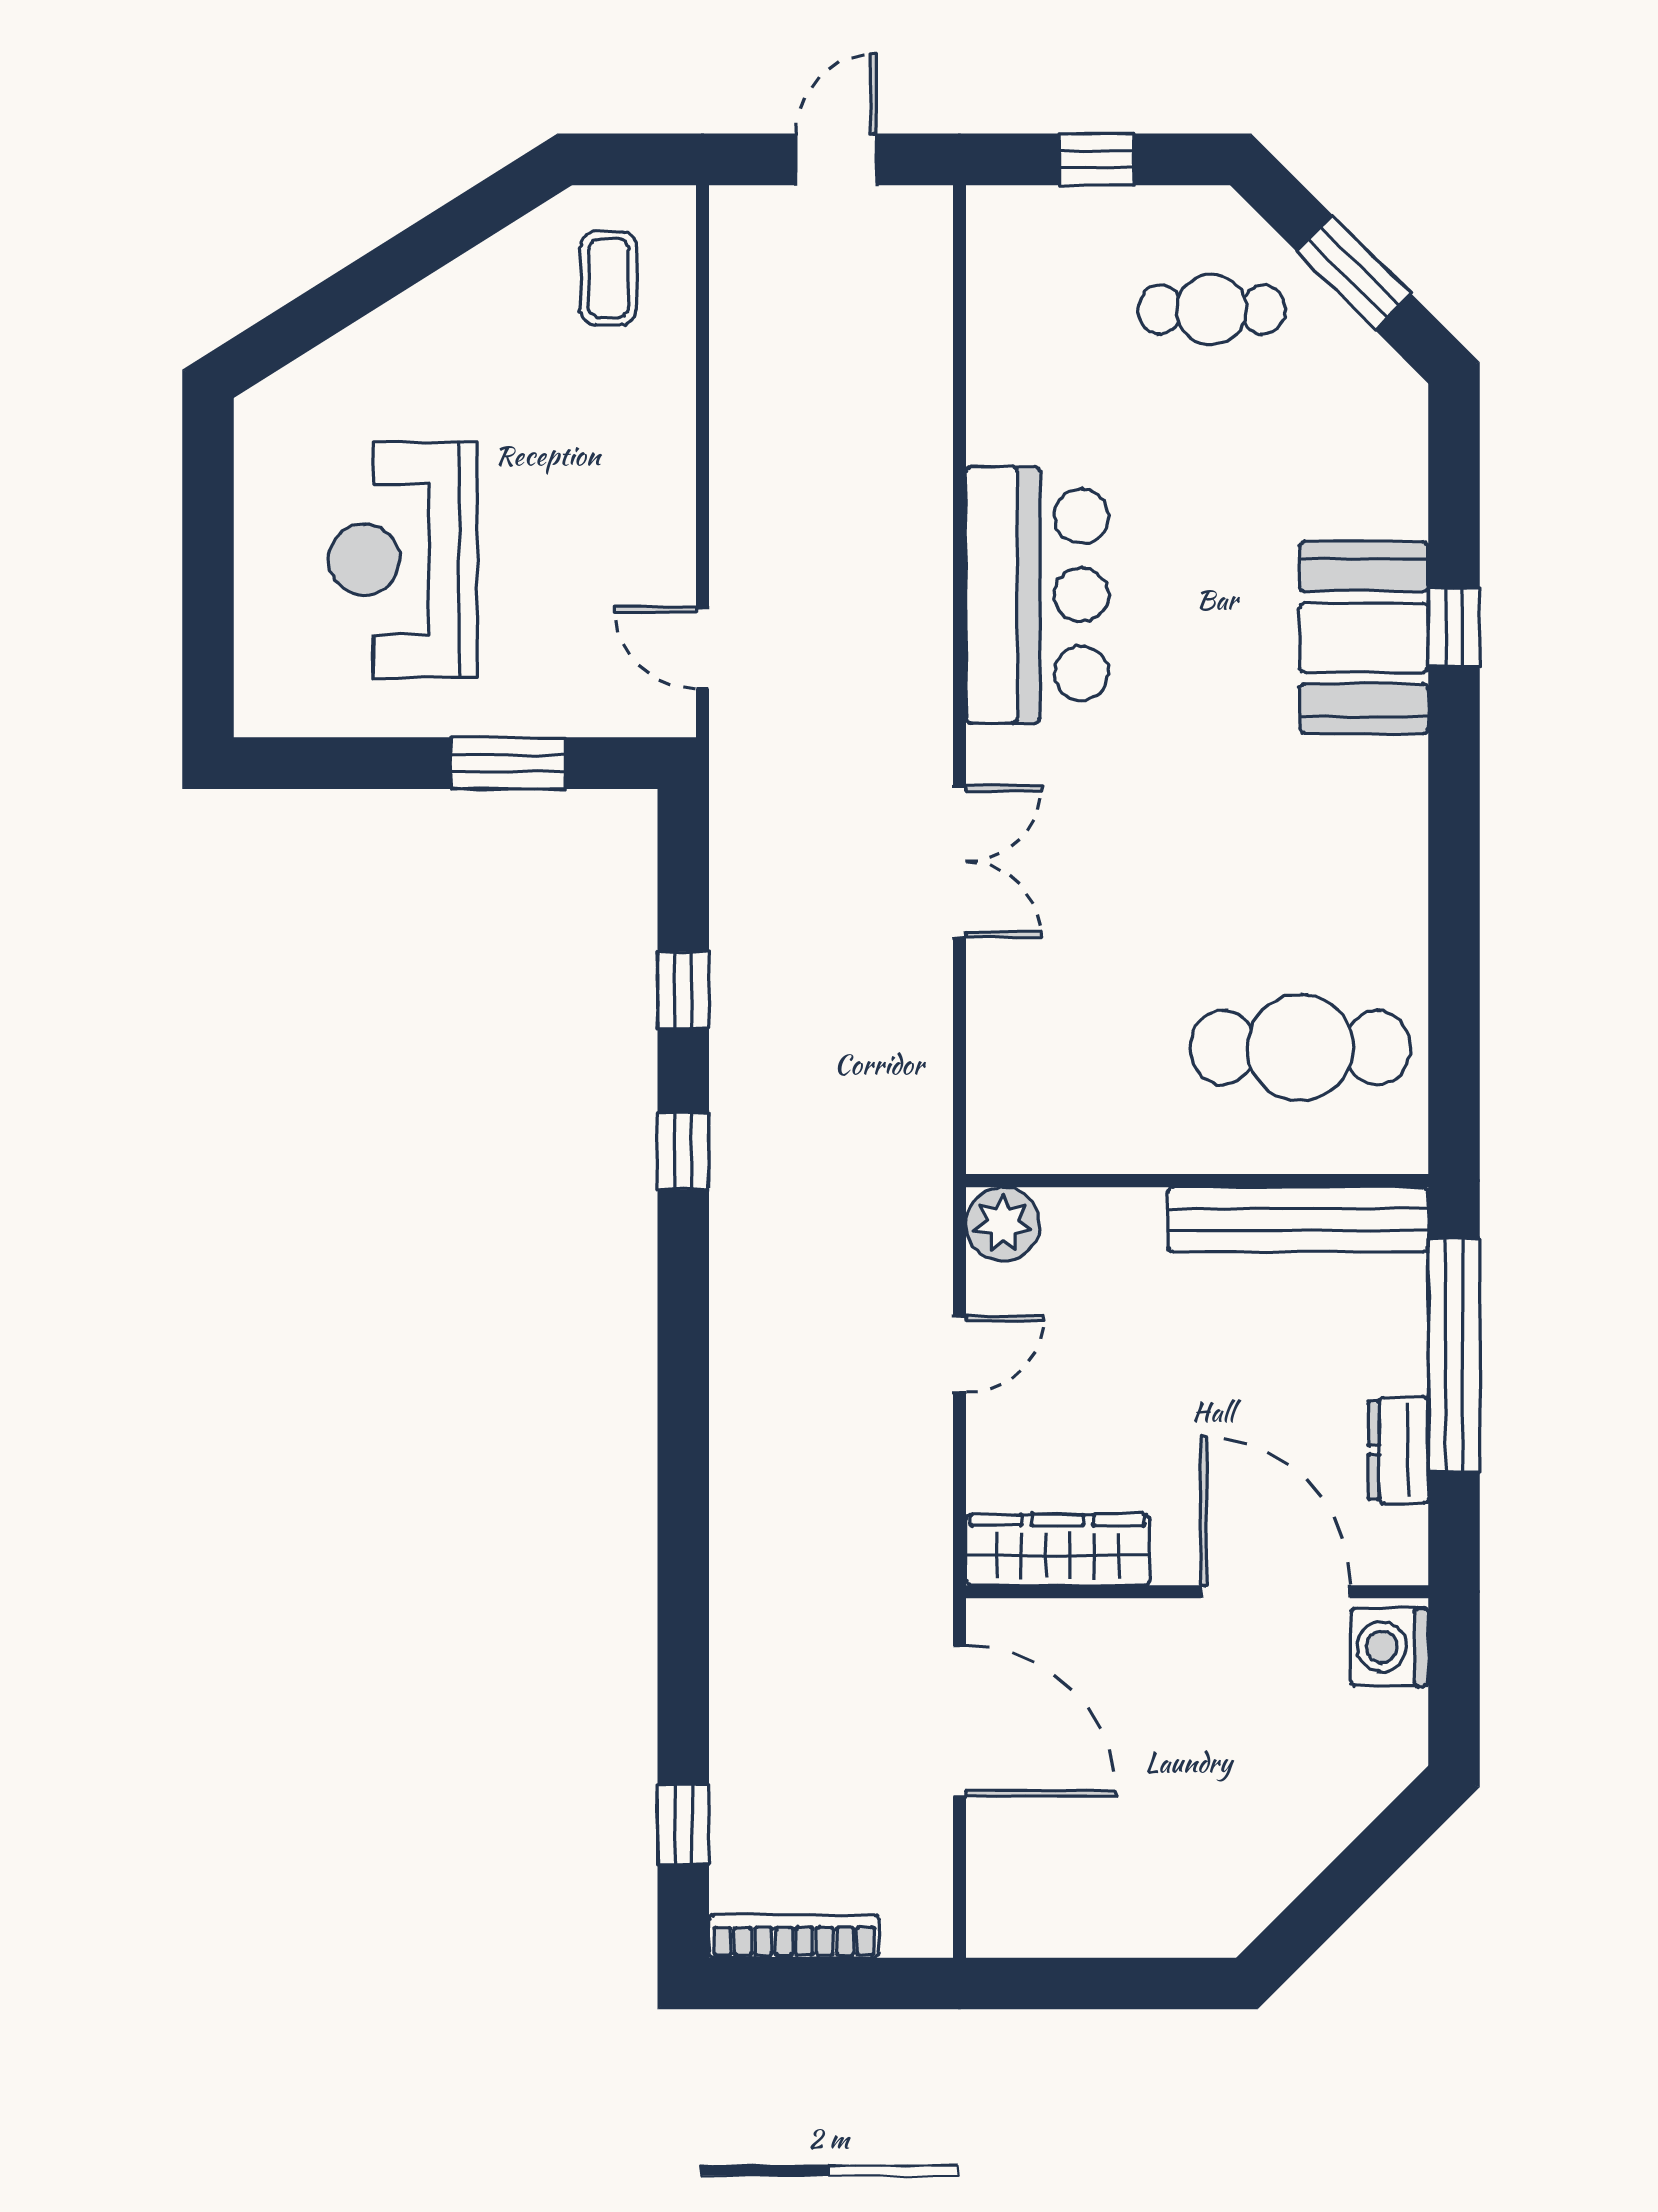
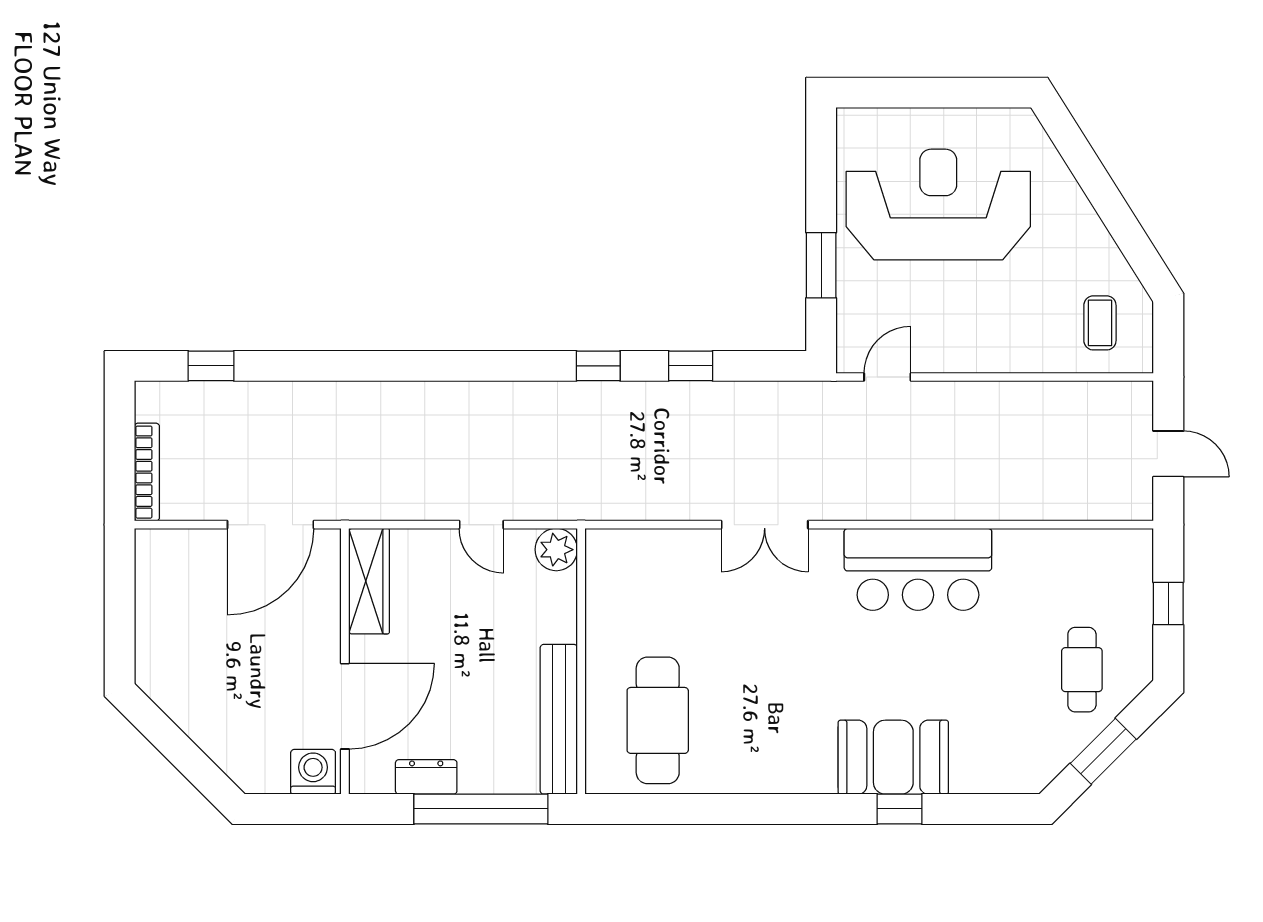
coffee table: (608, 278) -> (1100, 323), turned 90
reception desk: (403, 559) -> (938, 205), width x1.36, depth x1.30
bookcase: (794, 1936) -> (147, 472), moved

